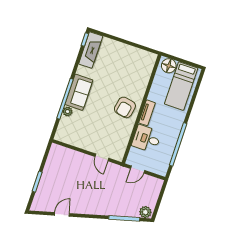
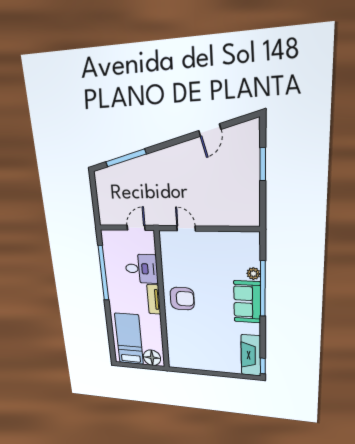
armchair: (125, 107) -> (182, 299), turned 79
plant: (145, 212) -> (104, 177), removed

